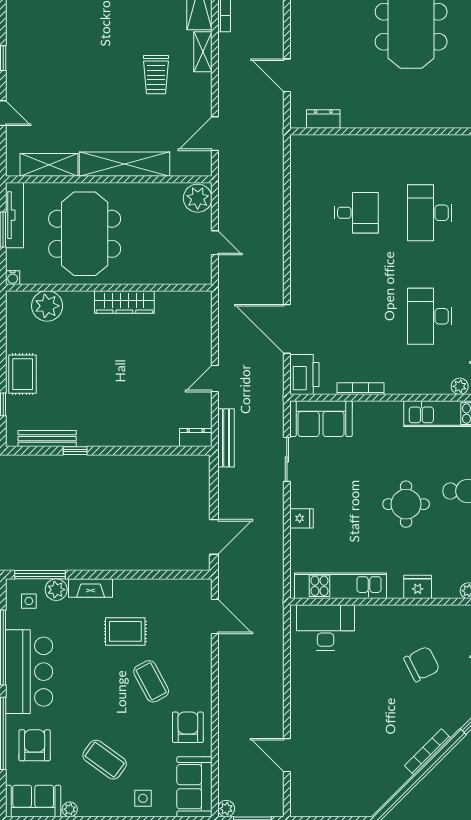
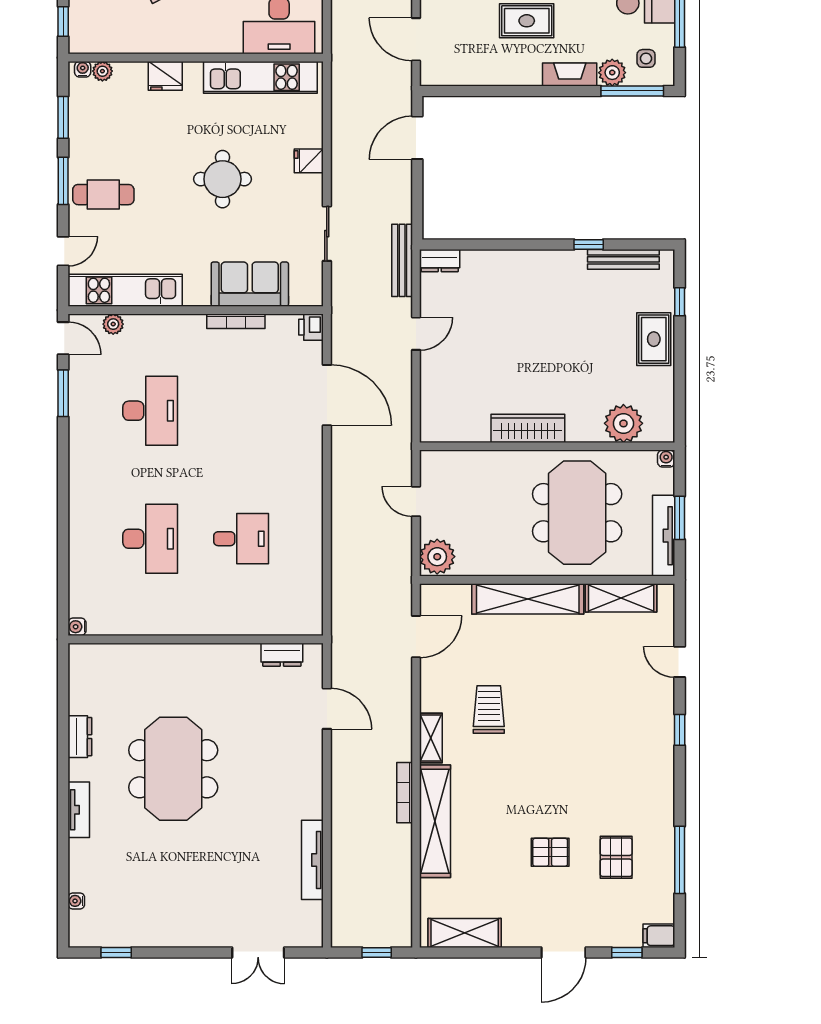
desk: (356, 213) -> (241, 539), turned 180
printer: (304, 374) -> (311, 327), width x0.53, depth x0.68
sofa: (321, 419) -> (250, 284), moved
round table: (406, 504) -> (222, 179), moved

